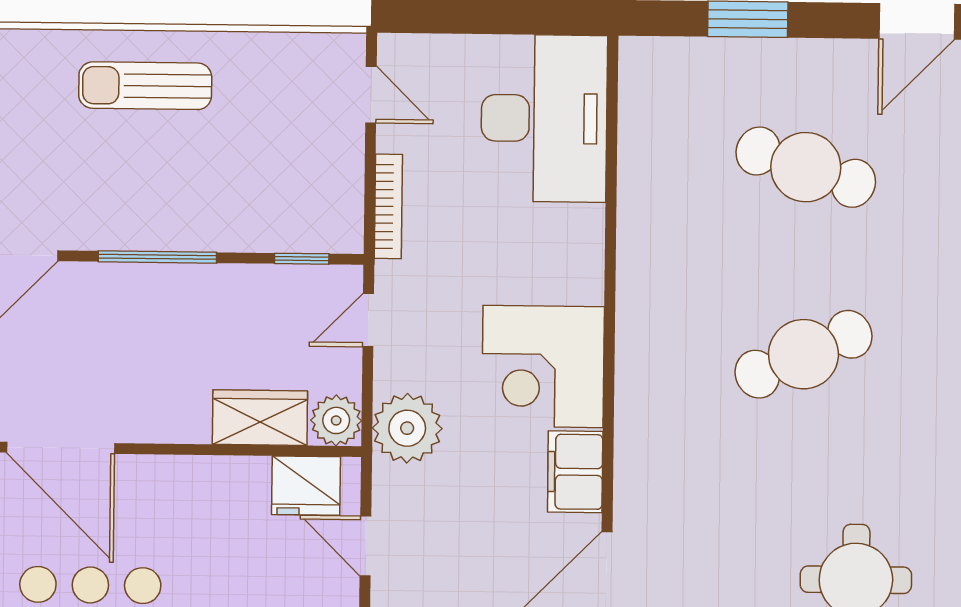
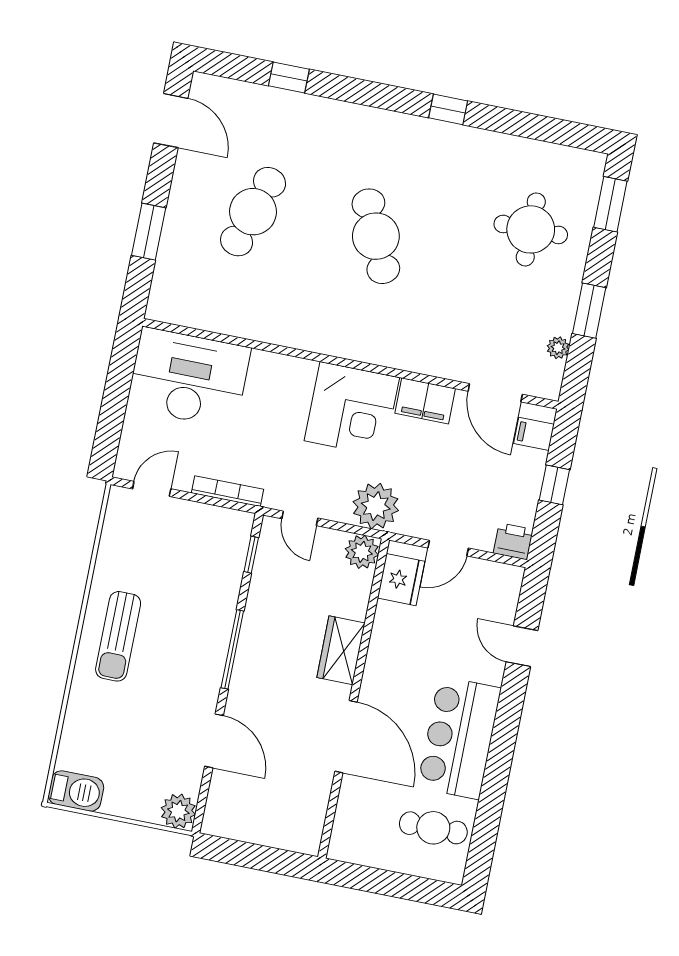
wardrobe: (260, 418) -> (341, 650), moved
door: (61, 448) -> (346, 737), hinge flipped

